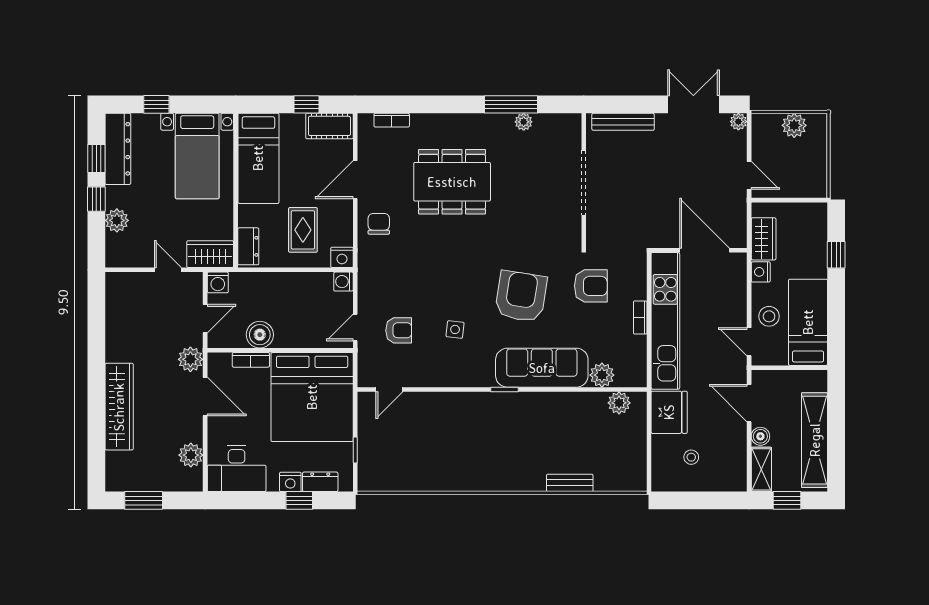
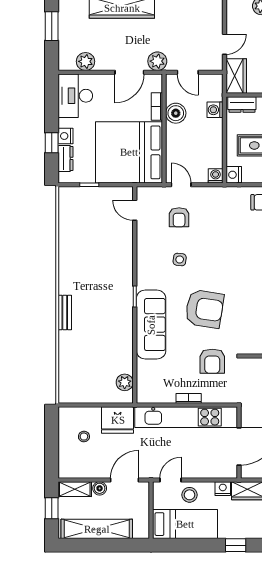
washing machine: (218, 282) -> (215, 110), moved
plant: (602, 375) -> (146, 370), removed
bench: (570, 483) -> (65, 313), moved

